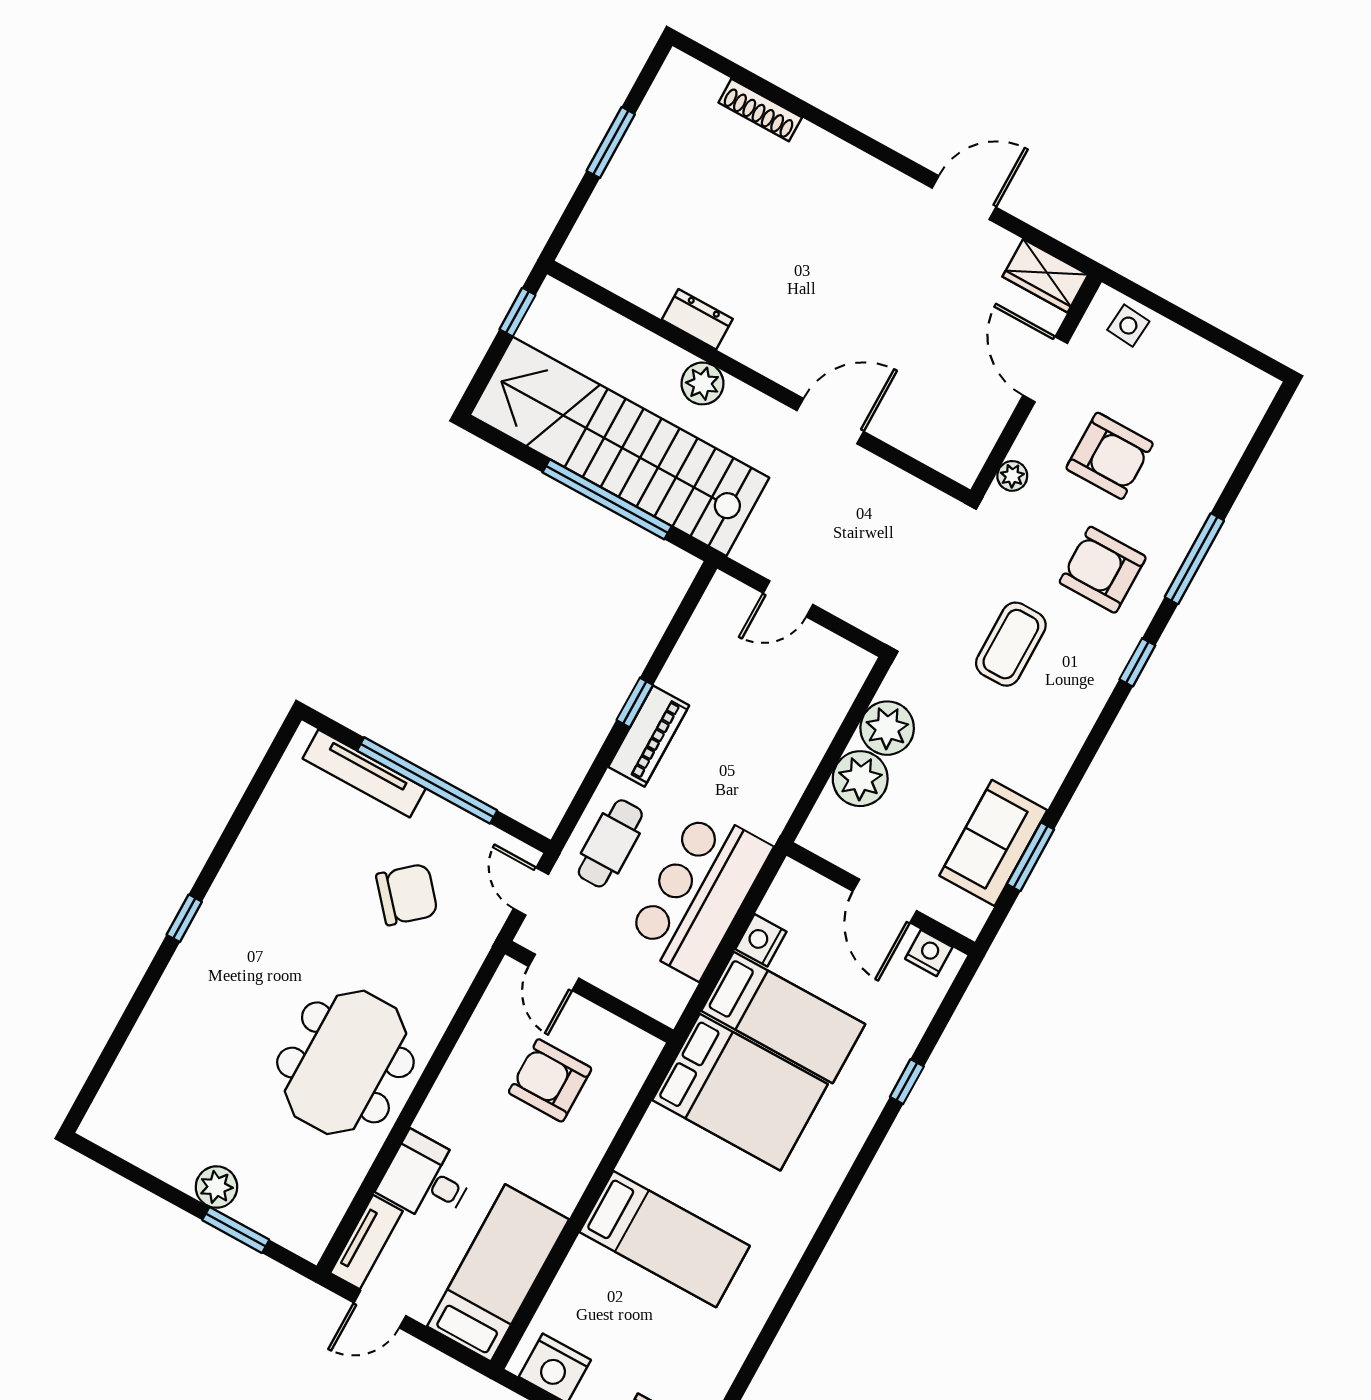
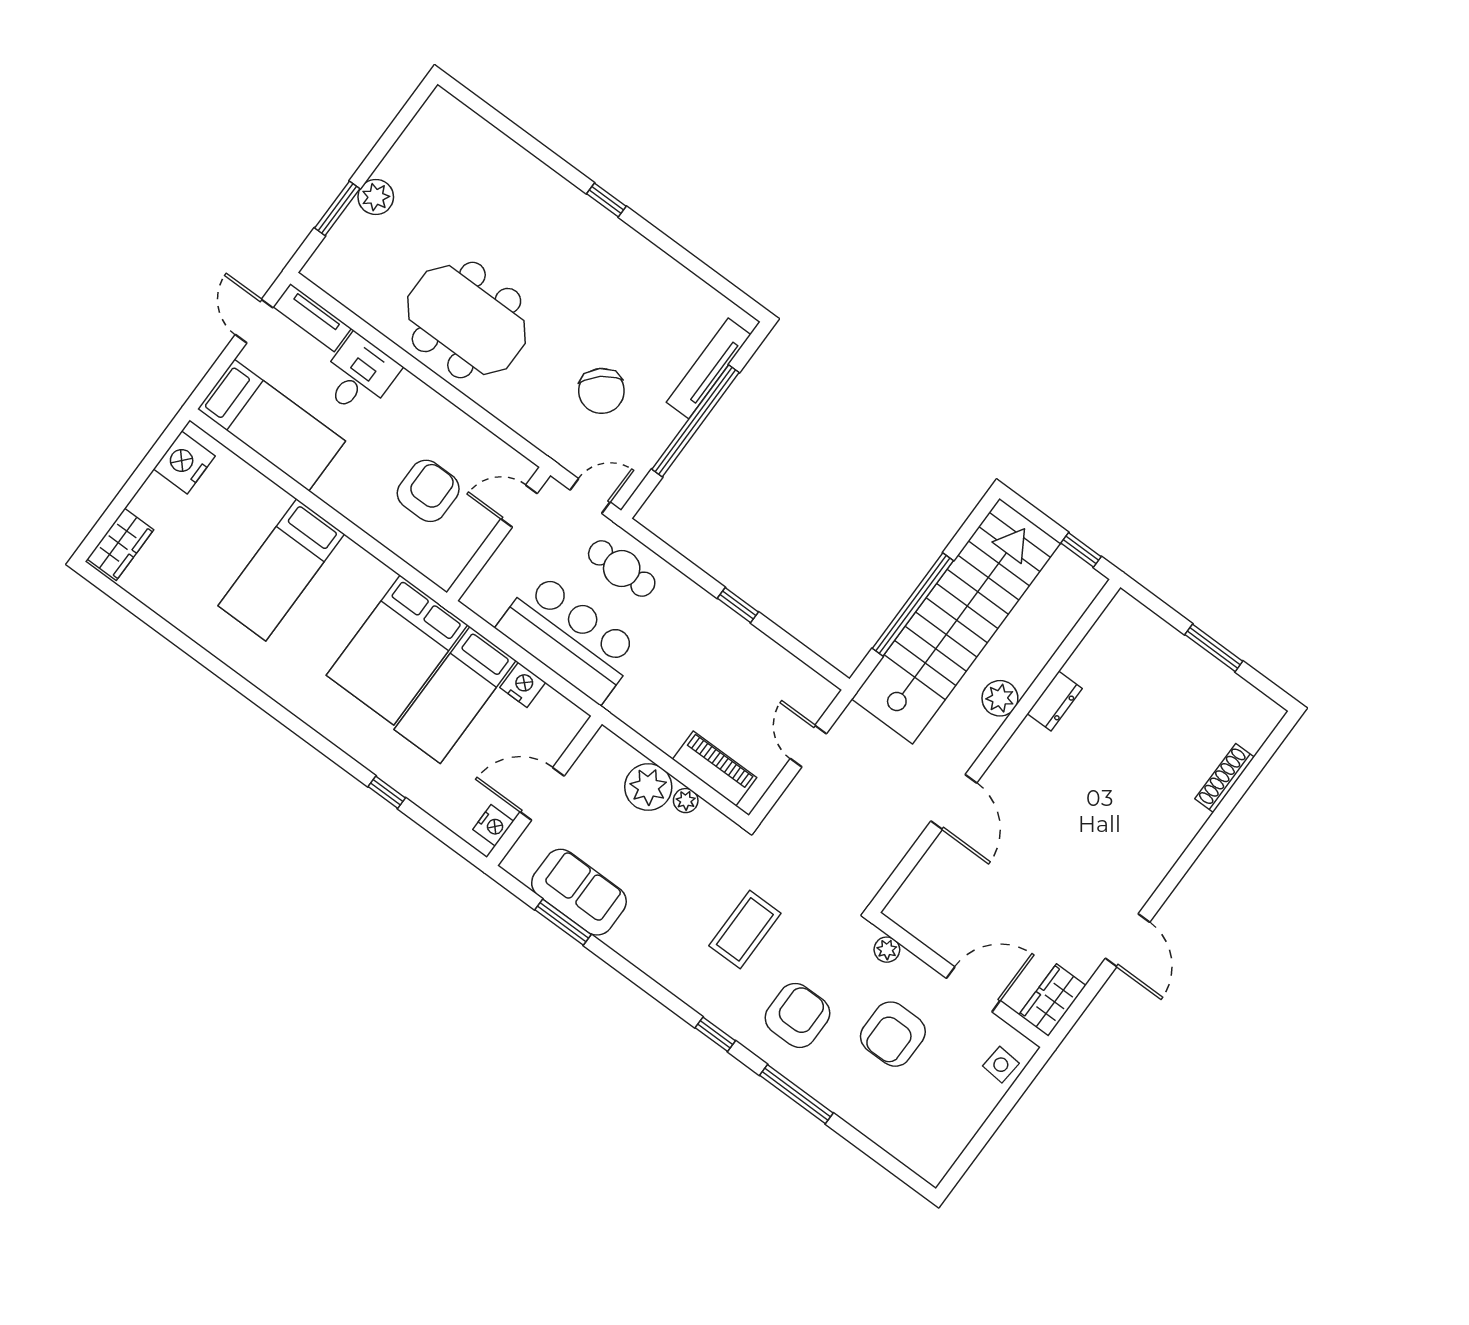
coffee table: (1011, 644) -> (745, 929), turned 90
plant: (887, 728) -> (686, 801), width x0.53, depth x0.53
piano: (649, 736) -> (714, 768), moved, turned 180

